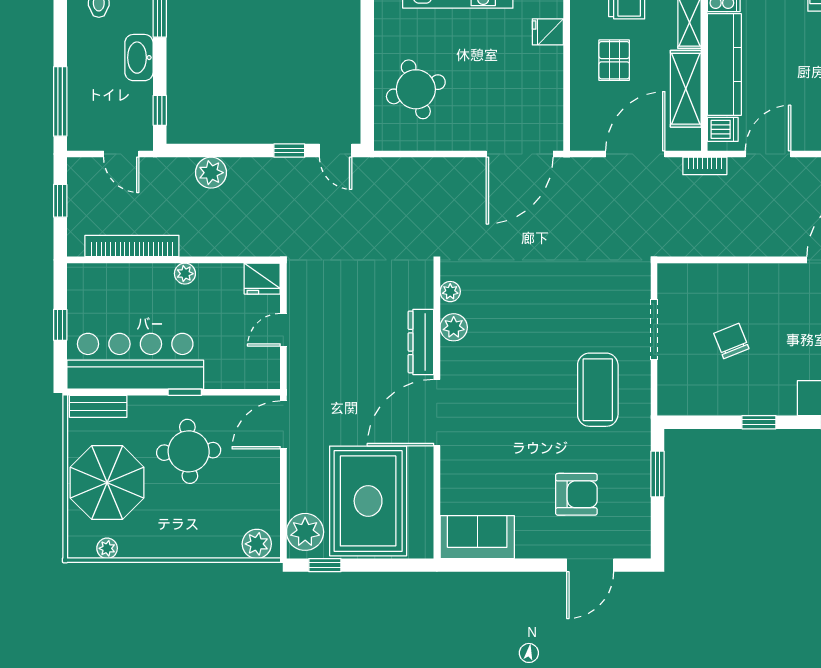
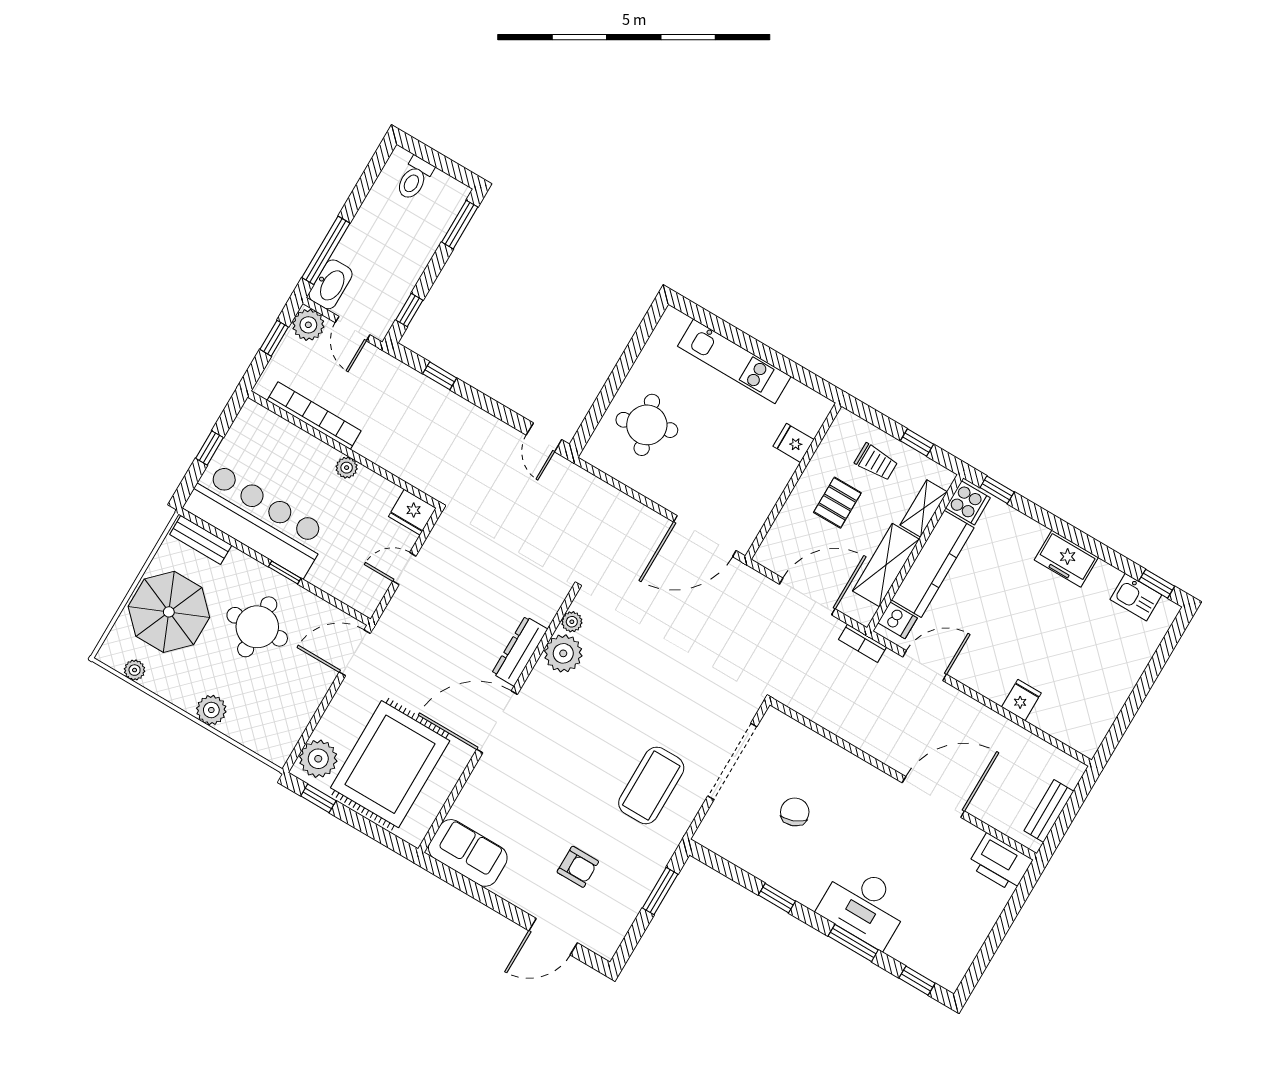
washbasin: (139, 58) -> (331, 284), moved, turned 180
window: (289, 151) -> (440, 376), moved
plant: (211, 173) -> (308, 325), moved
plant: (454, 327) -> (563, 653), width x1.36, depth x1.36
doorway: (654, 329) -> (732, 761), width x1.36
armchair: (576, 494) -> (578, 867), width x0.72, depth x0.72
plant: (257, 544) -> (211, 710), moved

